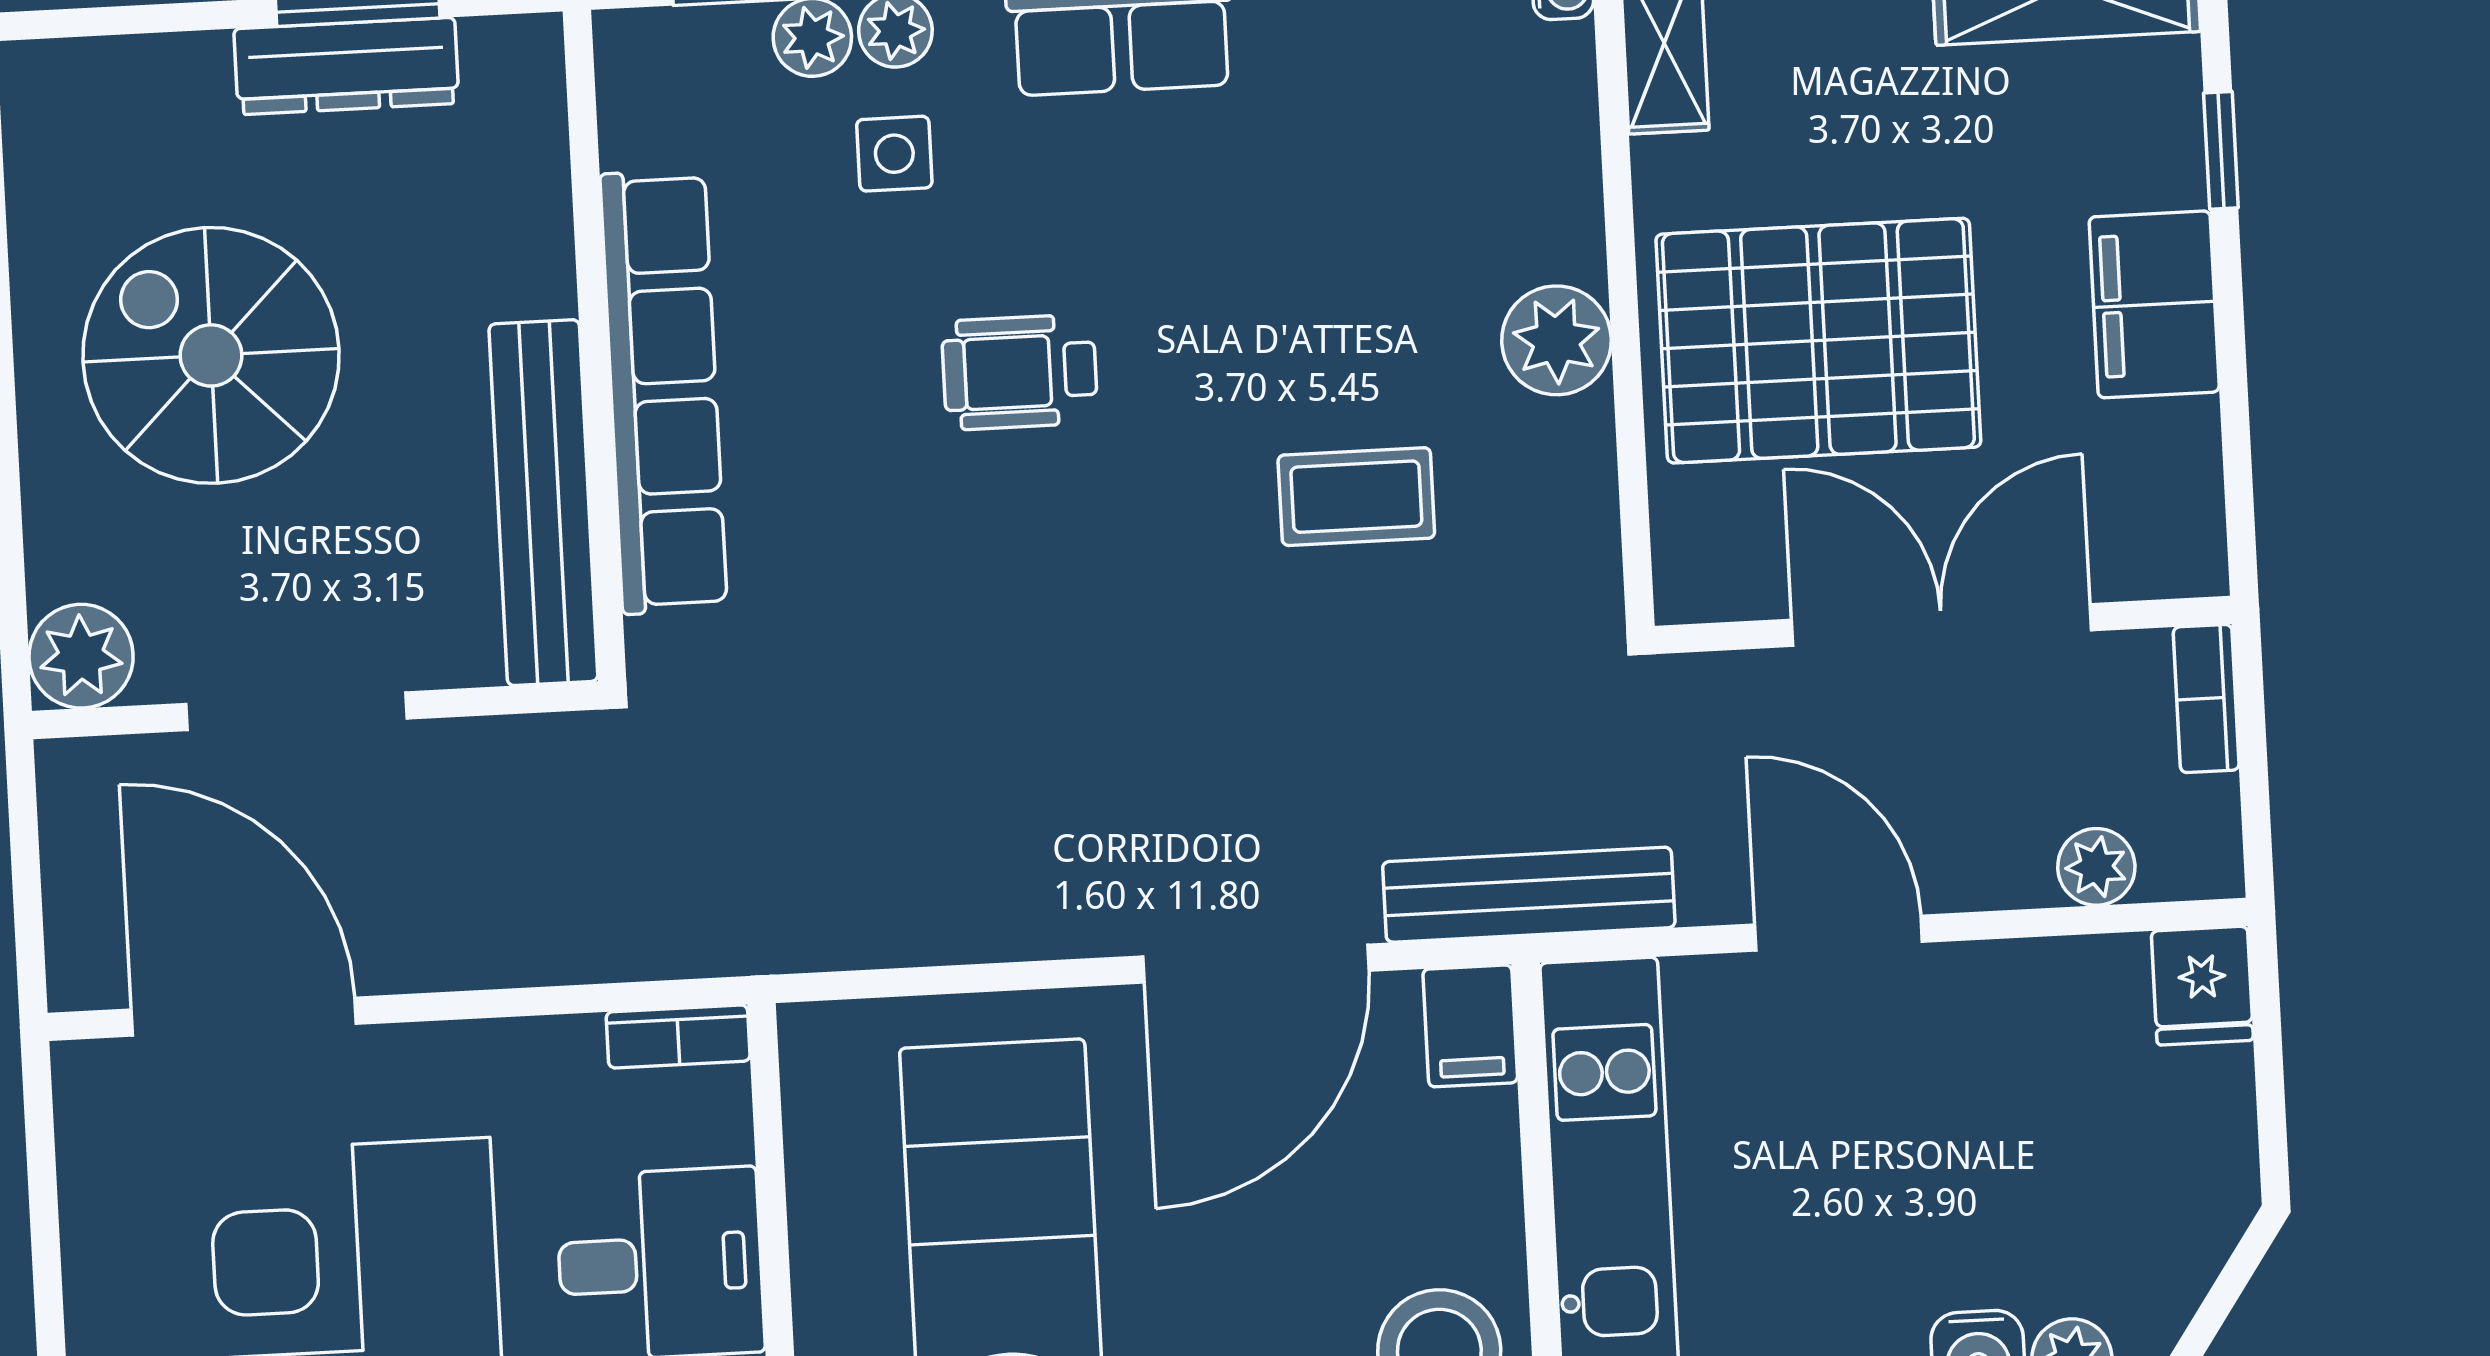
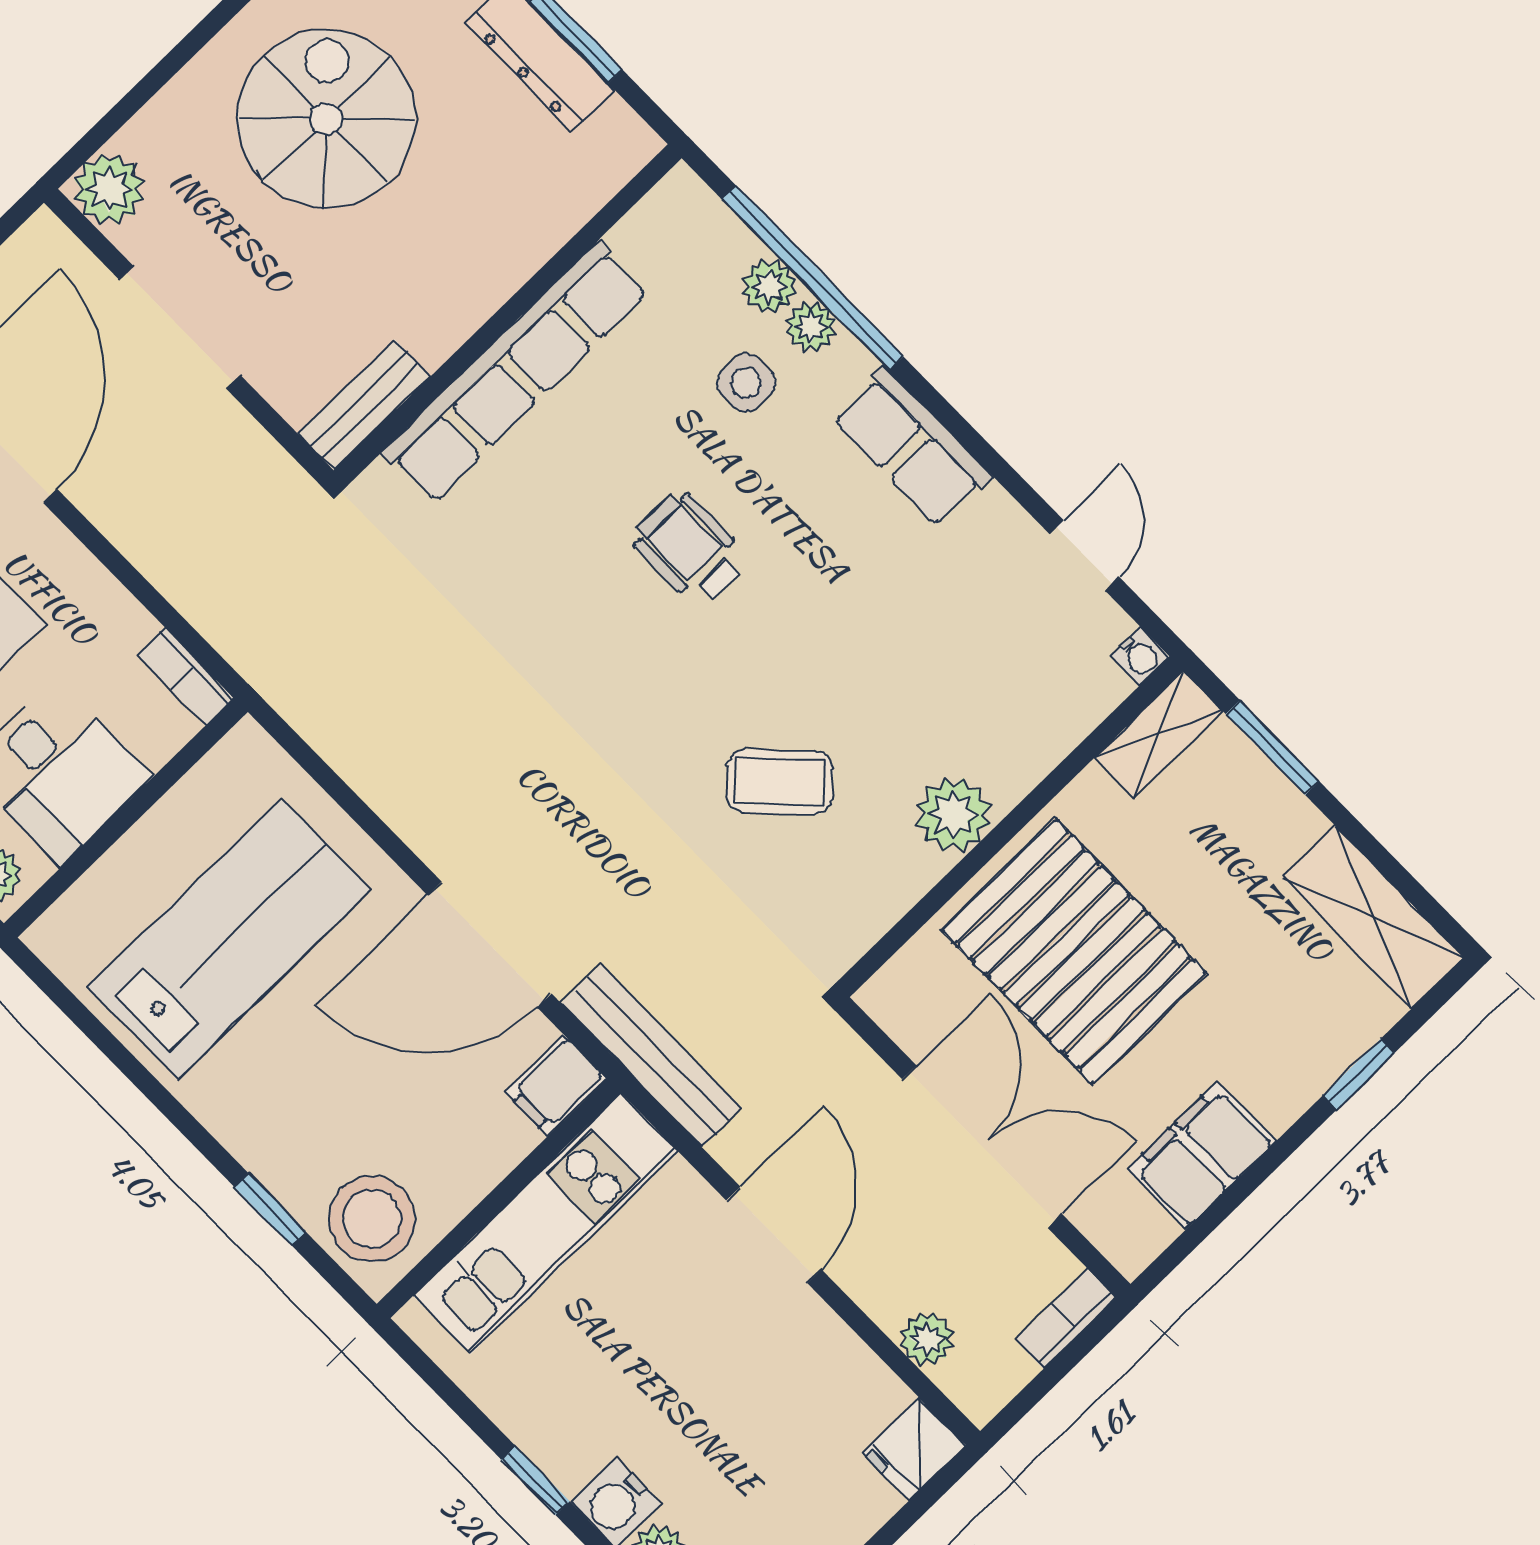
filing cabinet: (2154, 304) -> (1202, 1155), moved
coffee table: (1356, 497) -> (780, 782), turned -44
bench: (543, 503) -> (364, 405), width x0.54, depth x0.82

